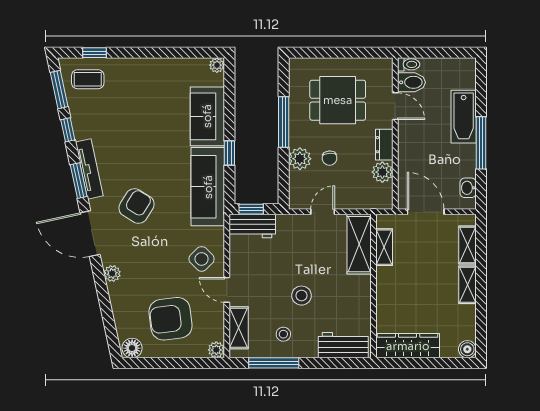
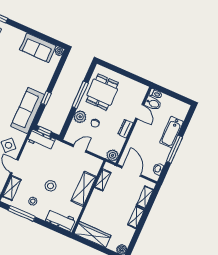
dining table: (338, 100) -> (102, 92), moved, turned 90
sofa: (207, 116) -> (38, 48), moved, turned -90
plant: (382, 172) -> (113, 155), moved
shelving: (359, 244) -> (84, 189), moved

